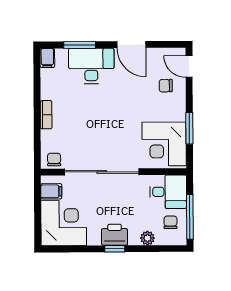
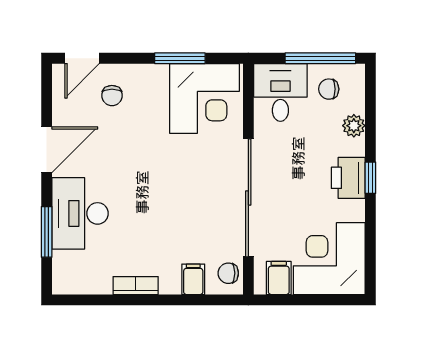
filing cabinet: (47, 58) -> (193, 279), moved, turned -90
bookcase: (46, 115) -> (136, 286), moved

